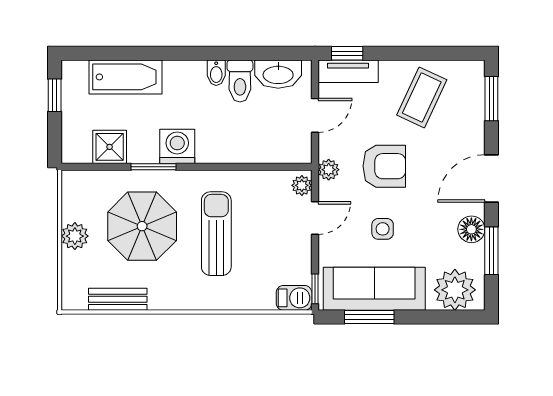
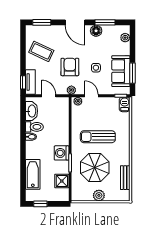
sofa: (374, 289) -> (121, 71), width x0.73
plant: (455, 290) -> (125, 38), width x0.53, depth x0.53

